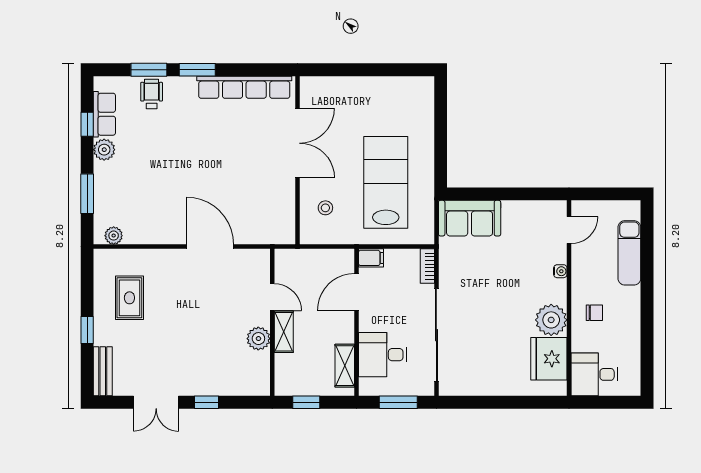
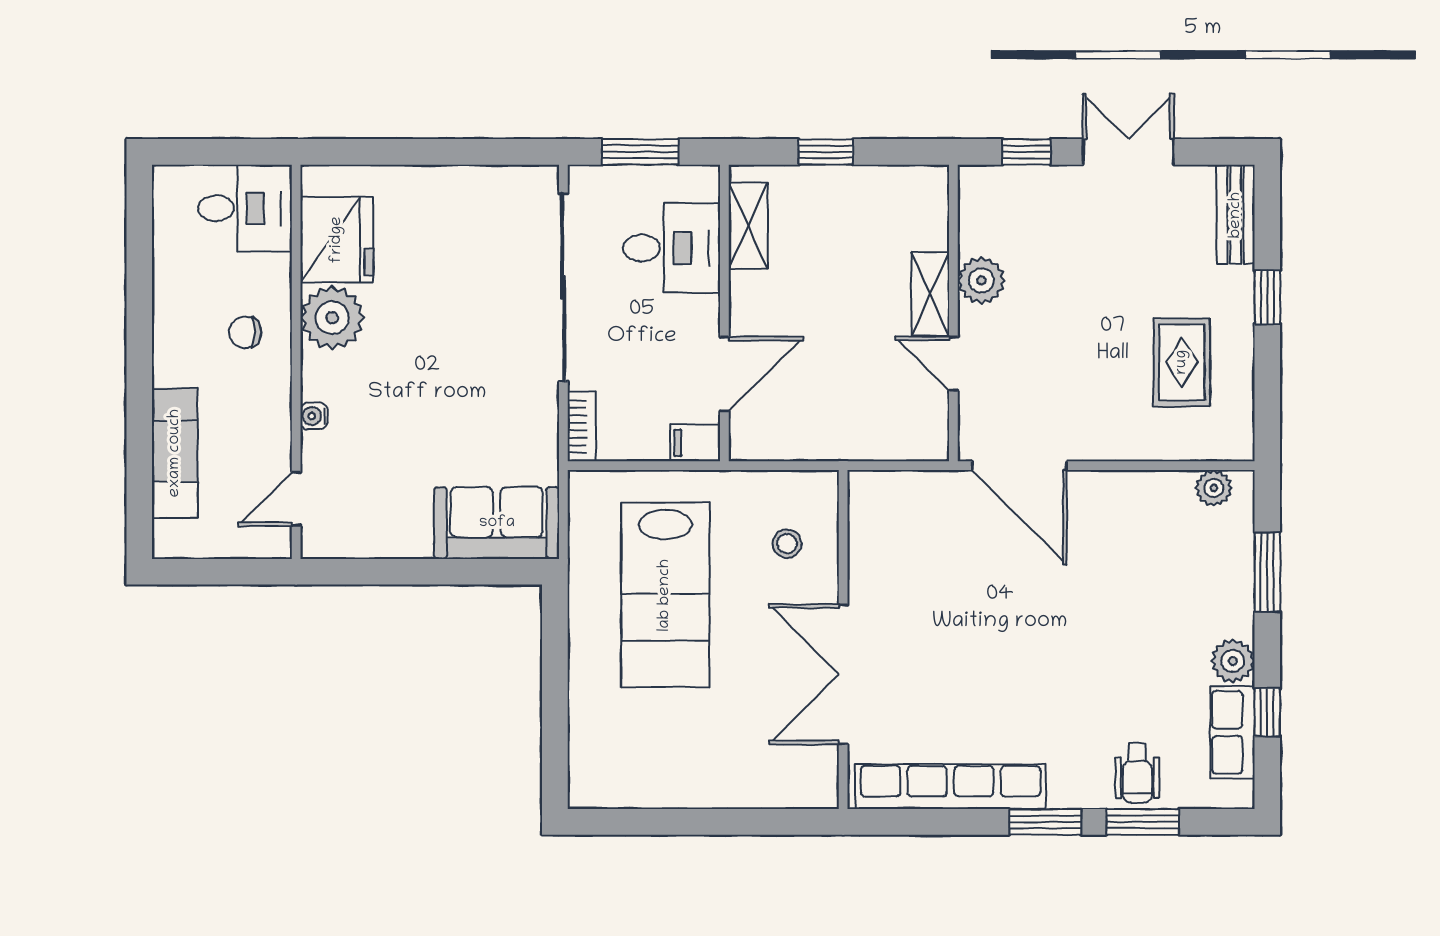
door: (272, 297) -> (953, 364), moved
wall: (272, 322) -> (953, 313), moved
shelving: (284, 332) -> (930, 294), moved
plant: (258, 339) -> (981, 280), moved

